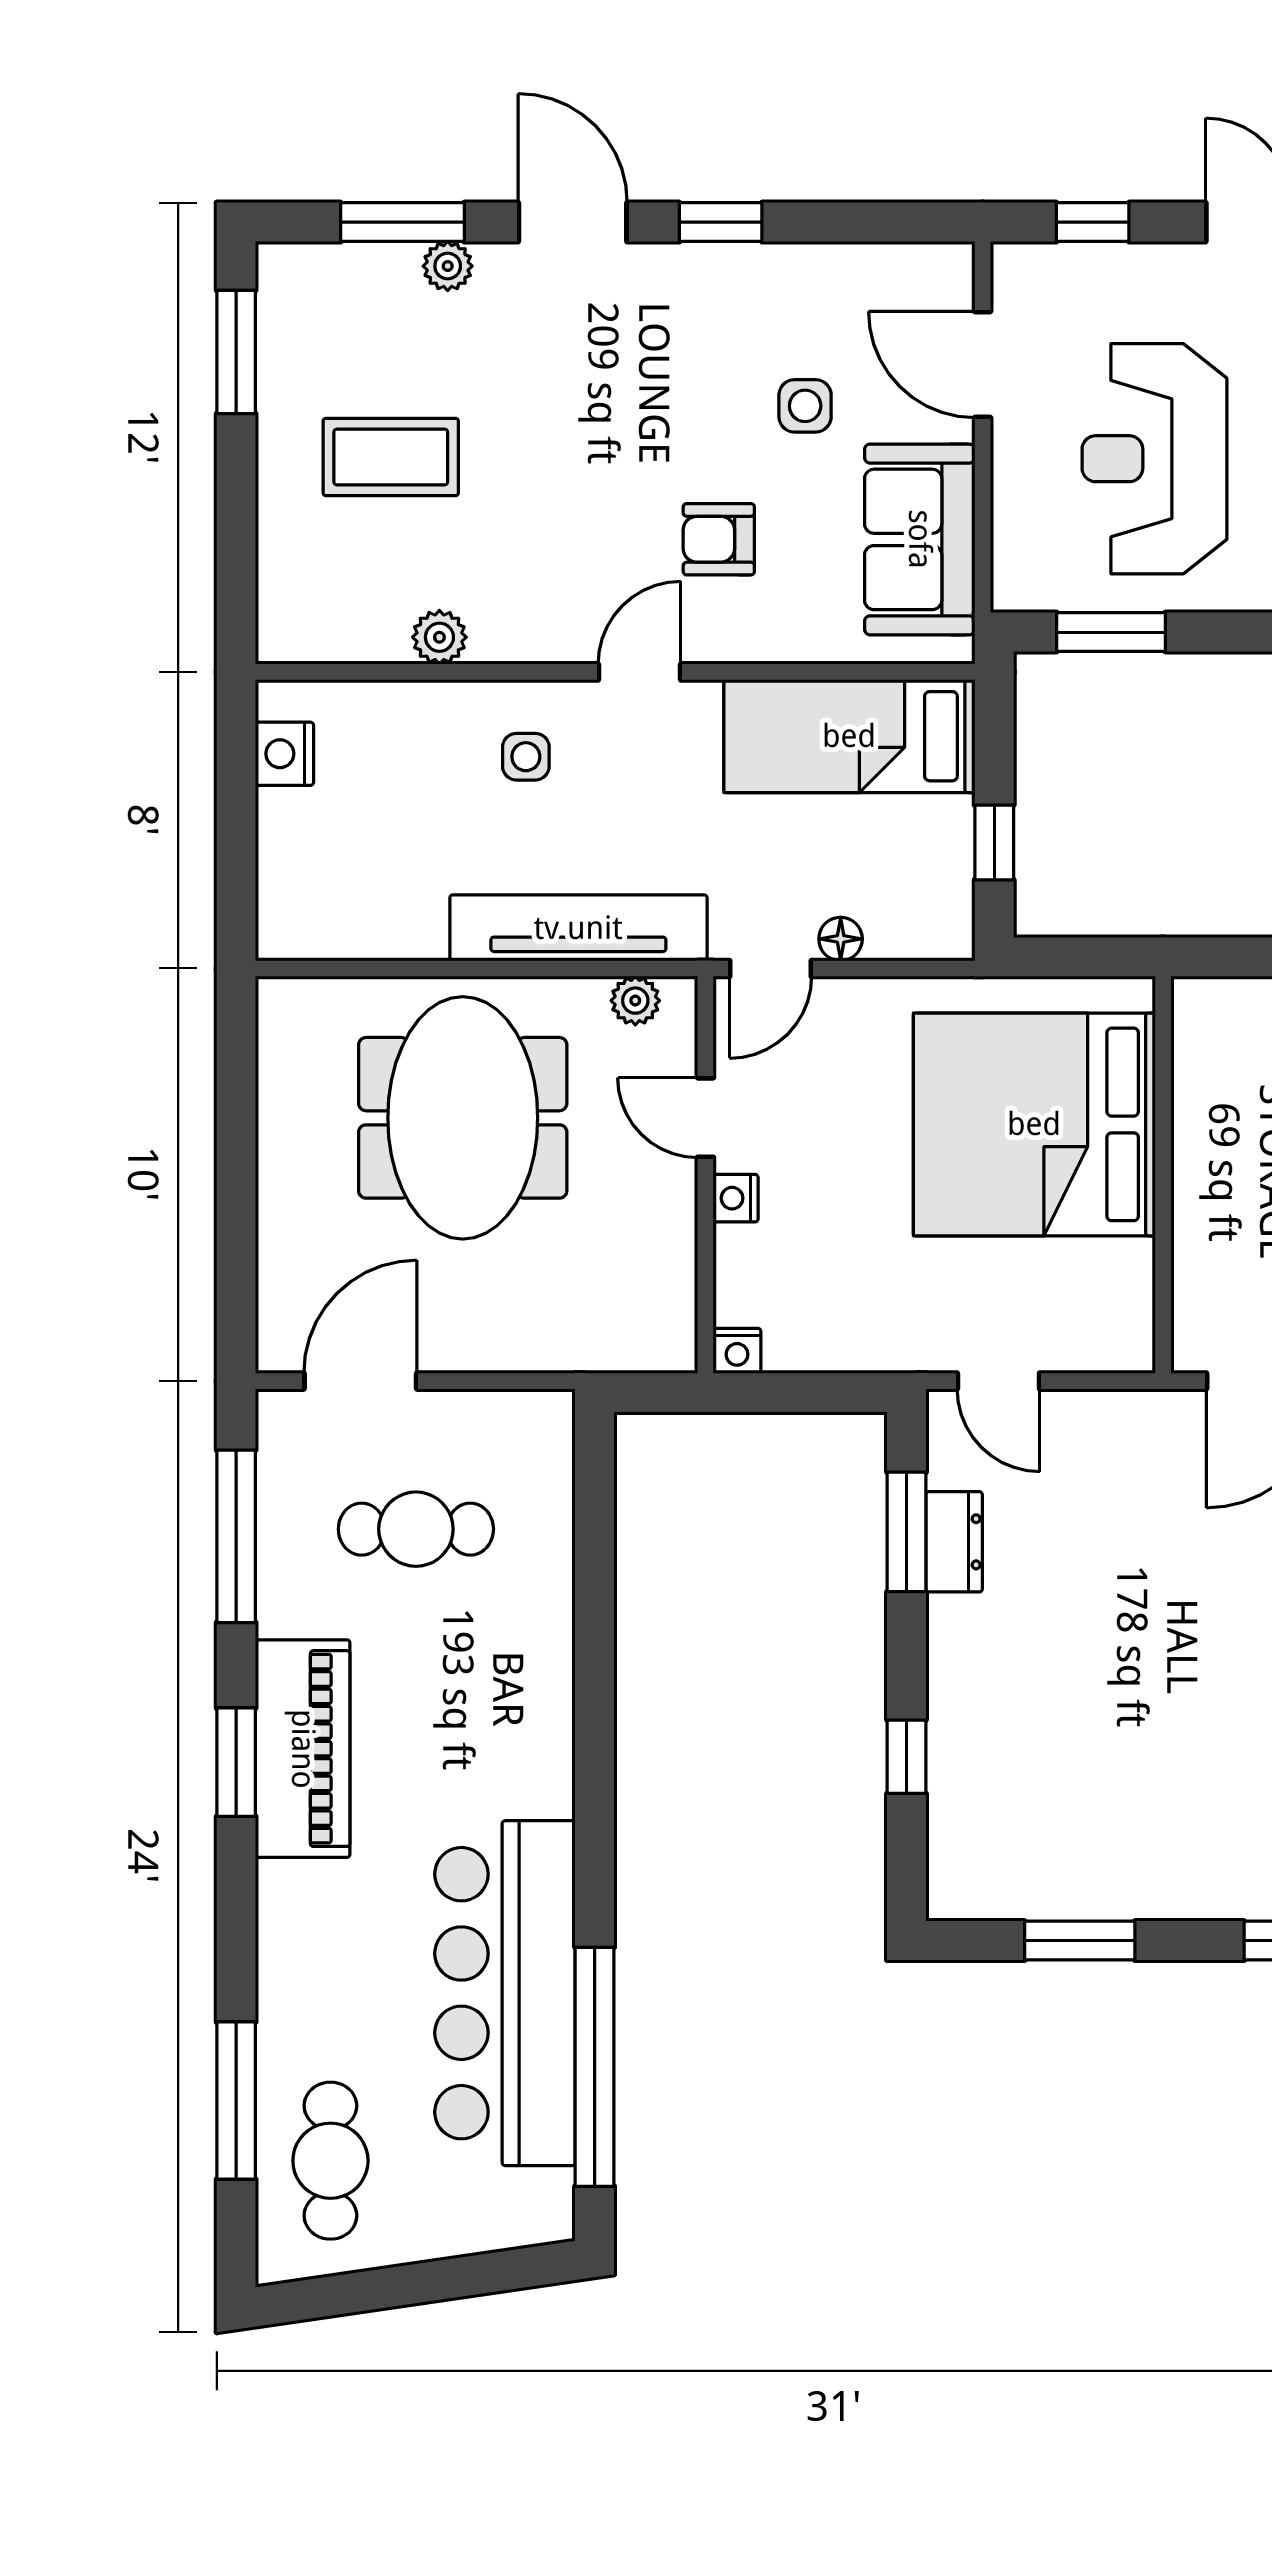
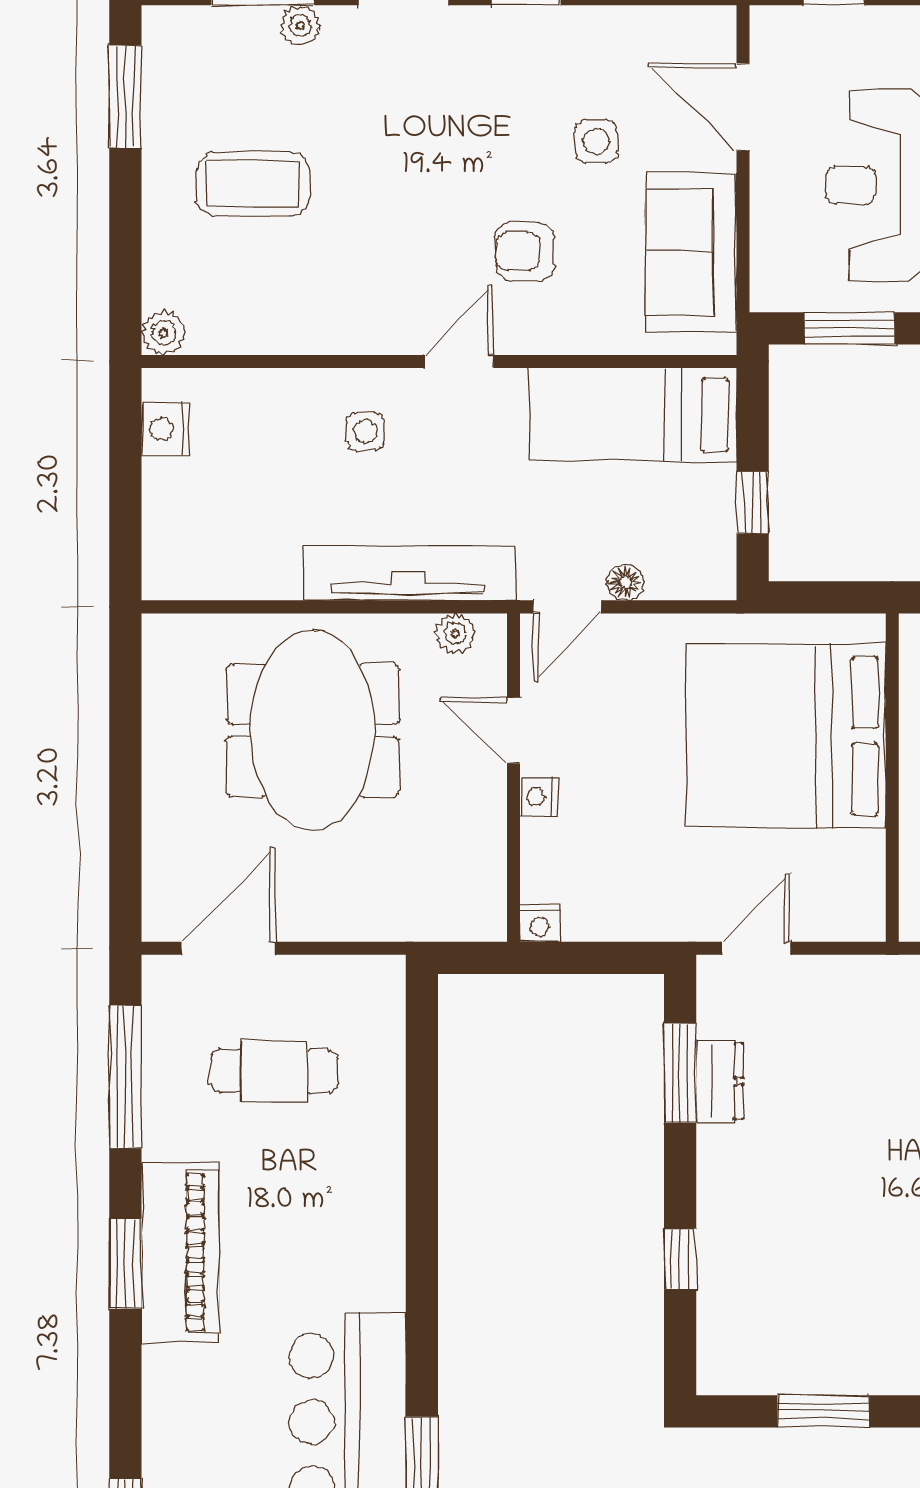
plant: (439, 637) -> (164, 333), moved
door: (998, 1381) -> (756, 948), swing flipped

